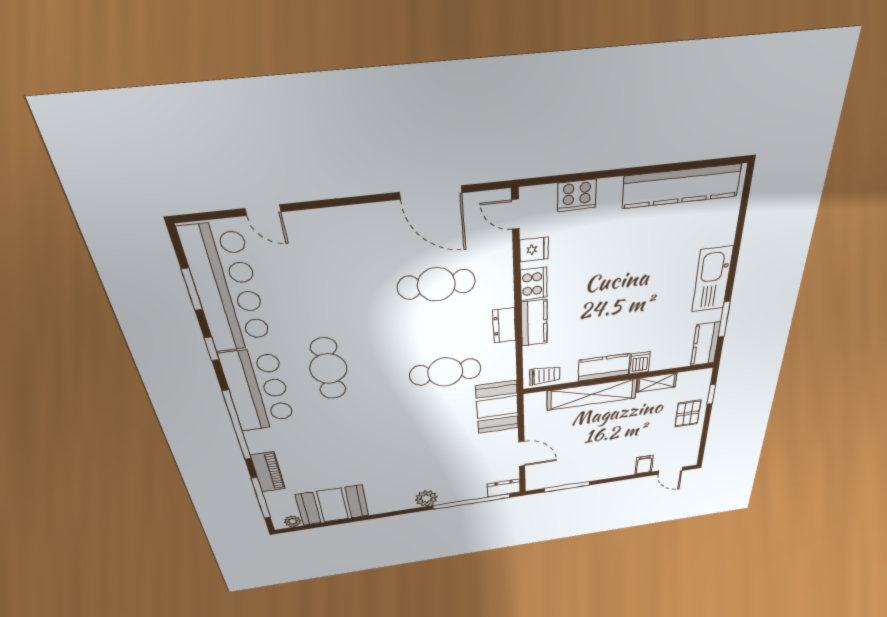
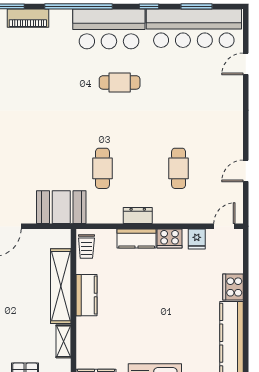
door: (431, 192) -> (246, 171), width x0.53
cooker: (577, 195) -> (233, 287), moved
cafe table: (436, 284) -> (179, 168), width x0.73, depth x0.74
dishwasher: (640, 363) -> (86, 325), removed
cafe table: (328, 369) -> (120, 82), width x0.73, depth x0.74
cafe table: (445, 372) -> (102, 168), width x0.73, depth x0.74

